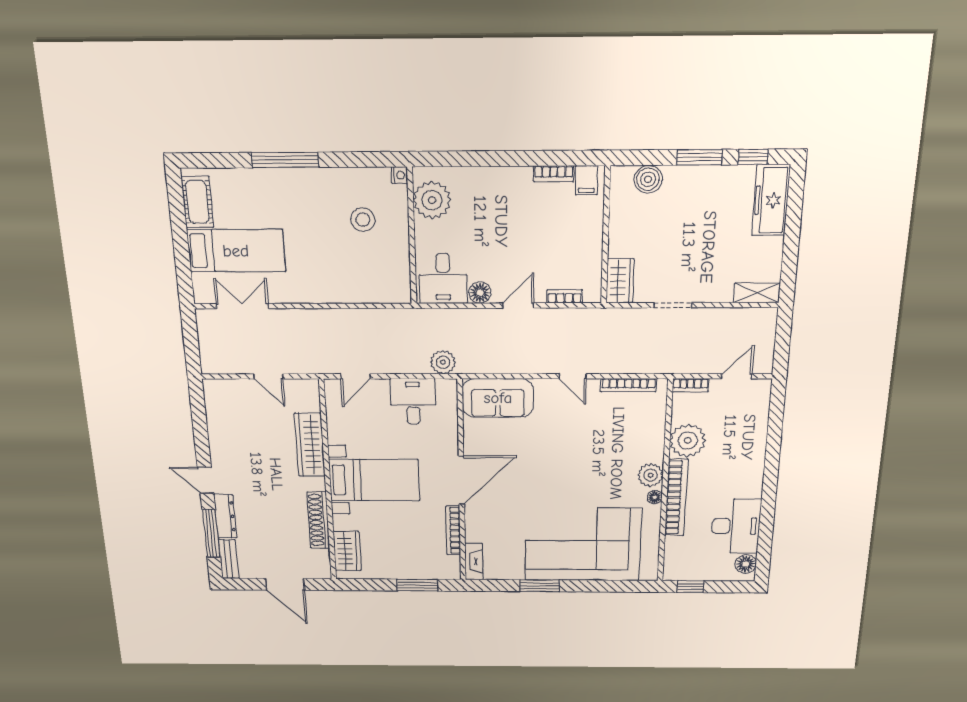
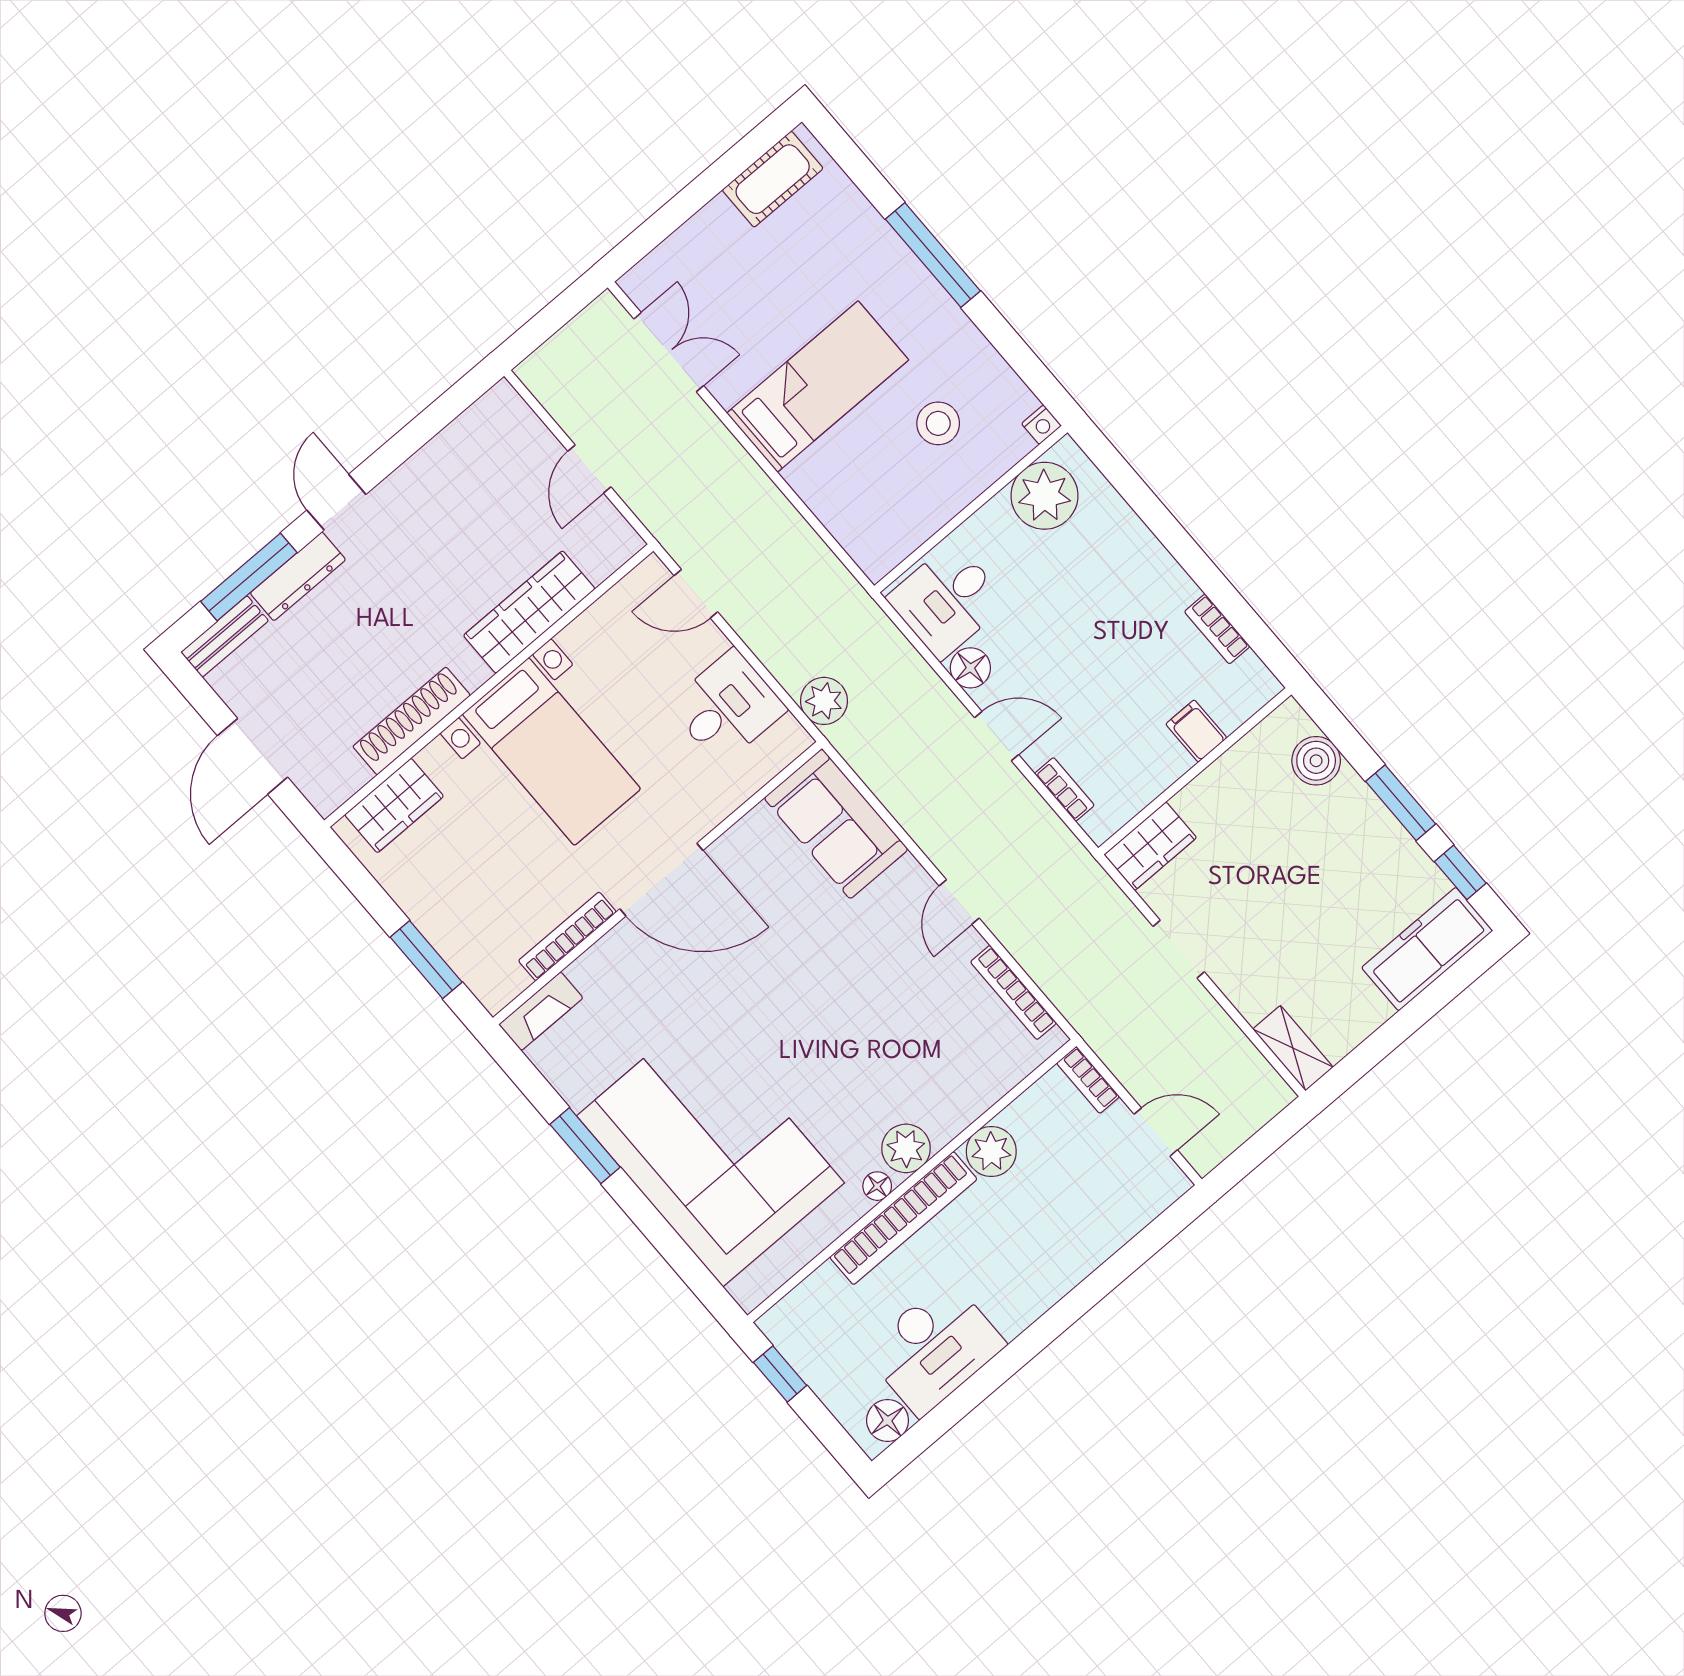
filing cabinet: (586, 180) -> (1196, 731), moved, turned 90
bed: (236, 251) -> (818, 387), moved, turned -90
plant: (688, 441) -> (991, 1151), width x0.73, depth x0.73

